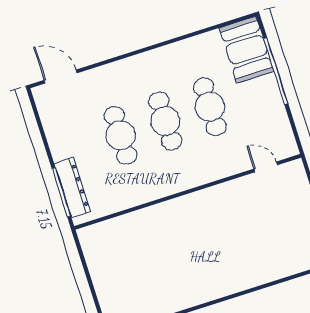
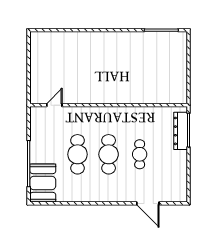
door: (61, 77) -> (148, 203), moved
cafe table: (121, 135) -> (140, 154), width x0.73, depth x0.74
door: (266, 167) -> (54, 105), swing flipped

